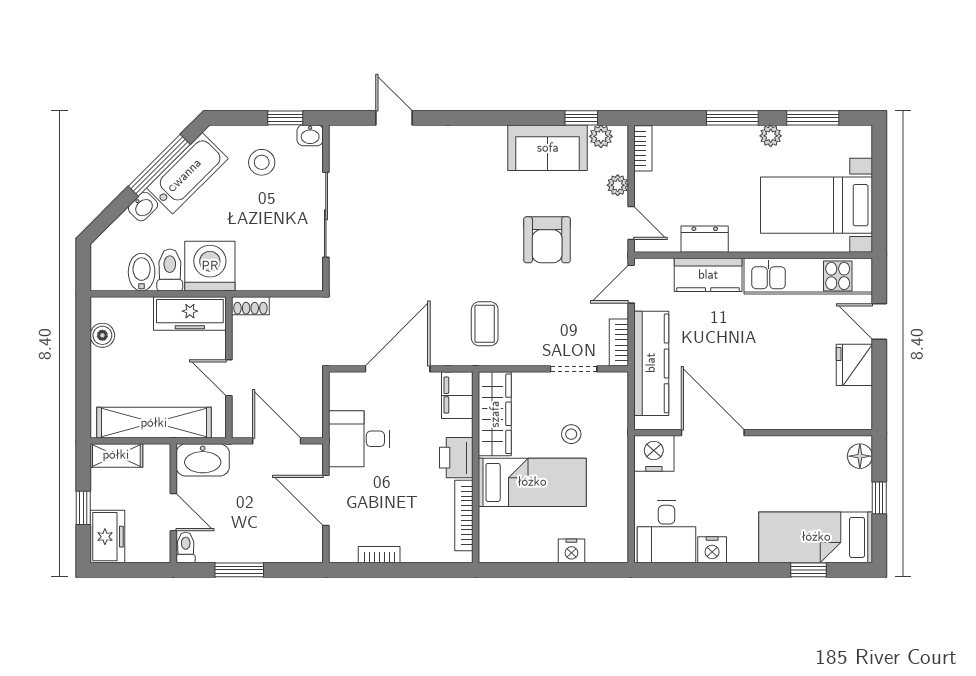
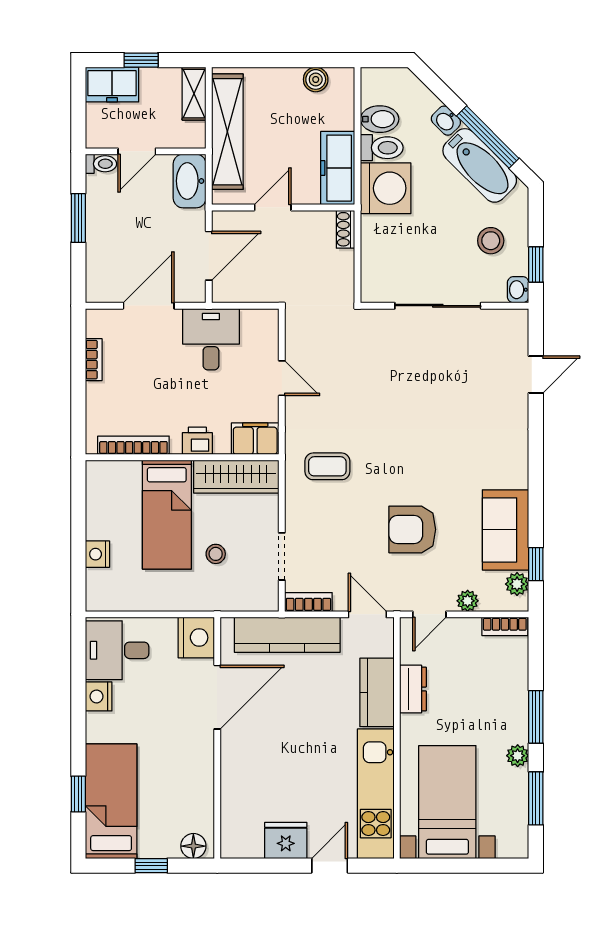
door: (398, 369) -> (282, 378), width x0.53
printer: (456, 458) -> (197, 441), width x0.73, depth x0.81

